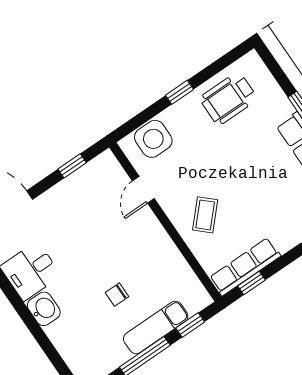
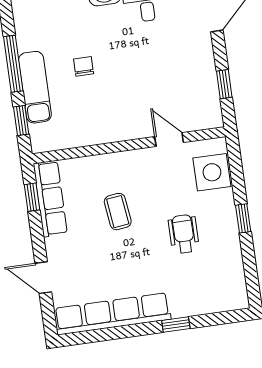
wheelchair: (228, 99) -> (184, 234), moved, width x0.73, depth x0.73
coffee table: (205, 215) -> (118, 212), moved, turned 40

